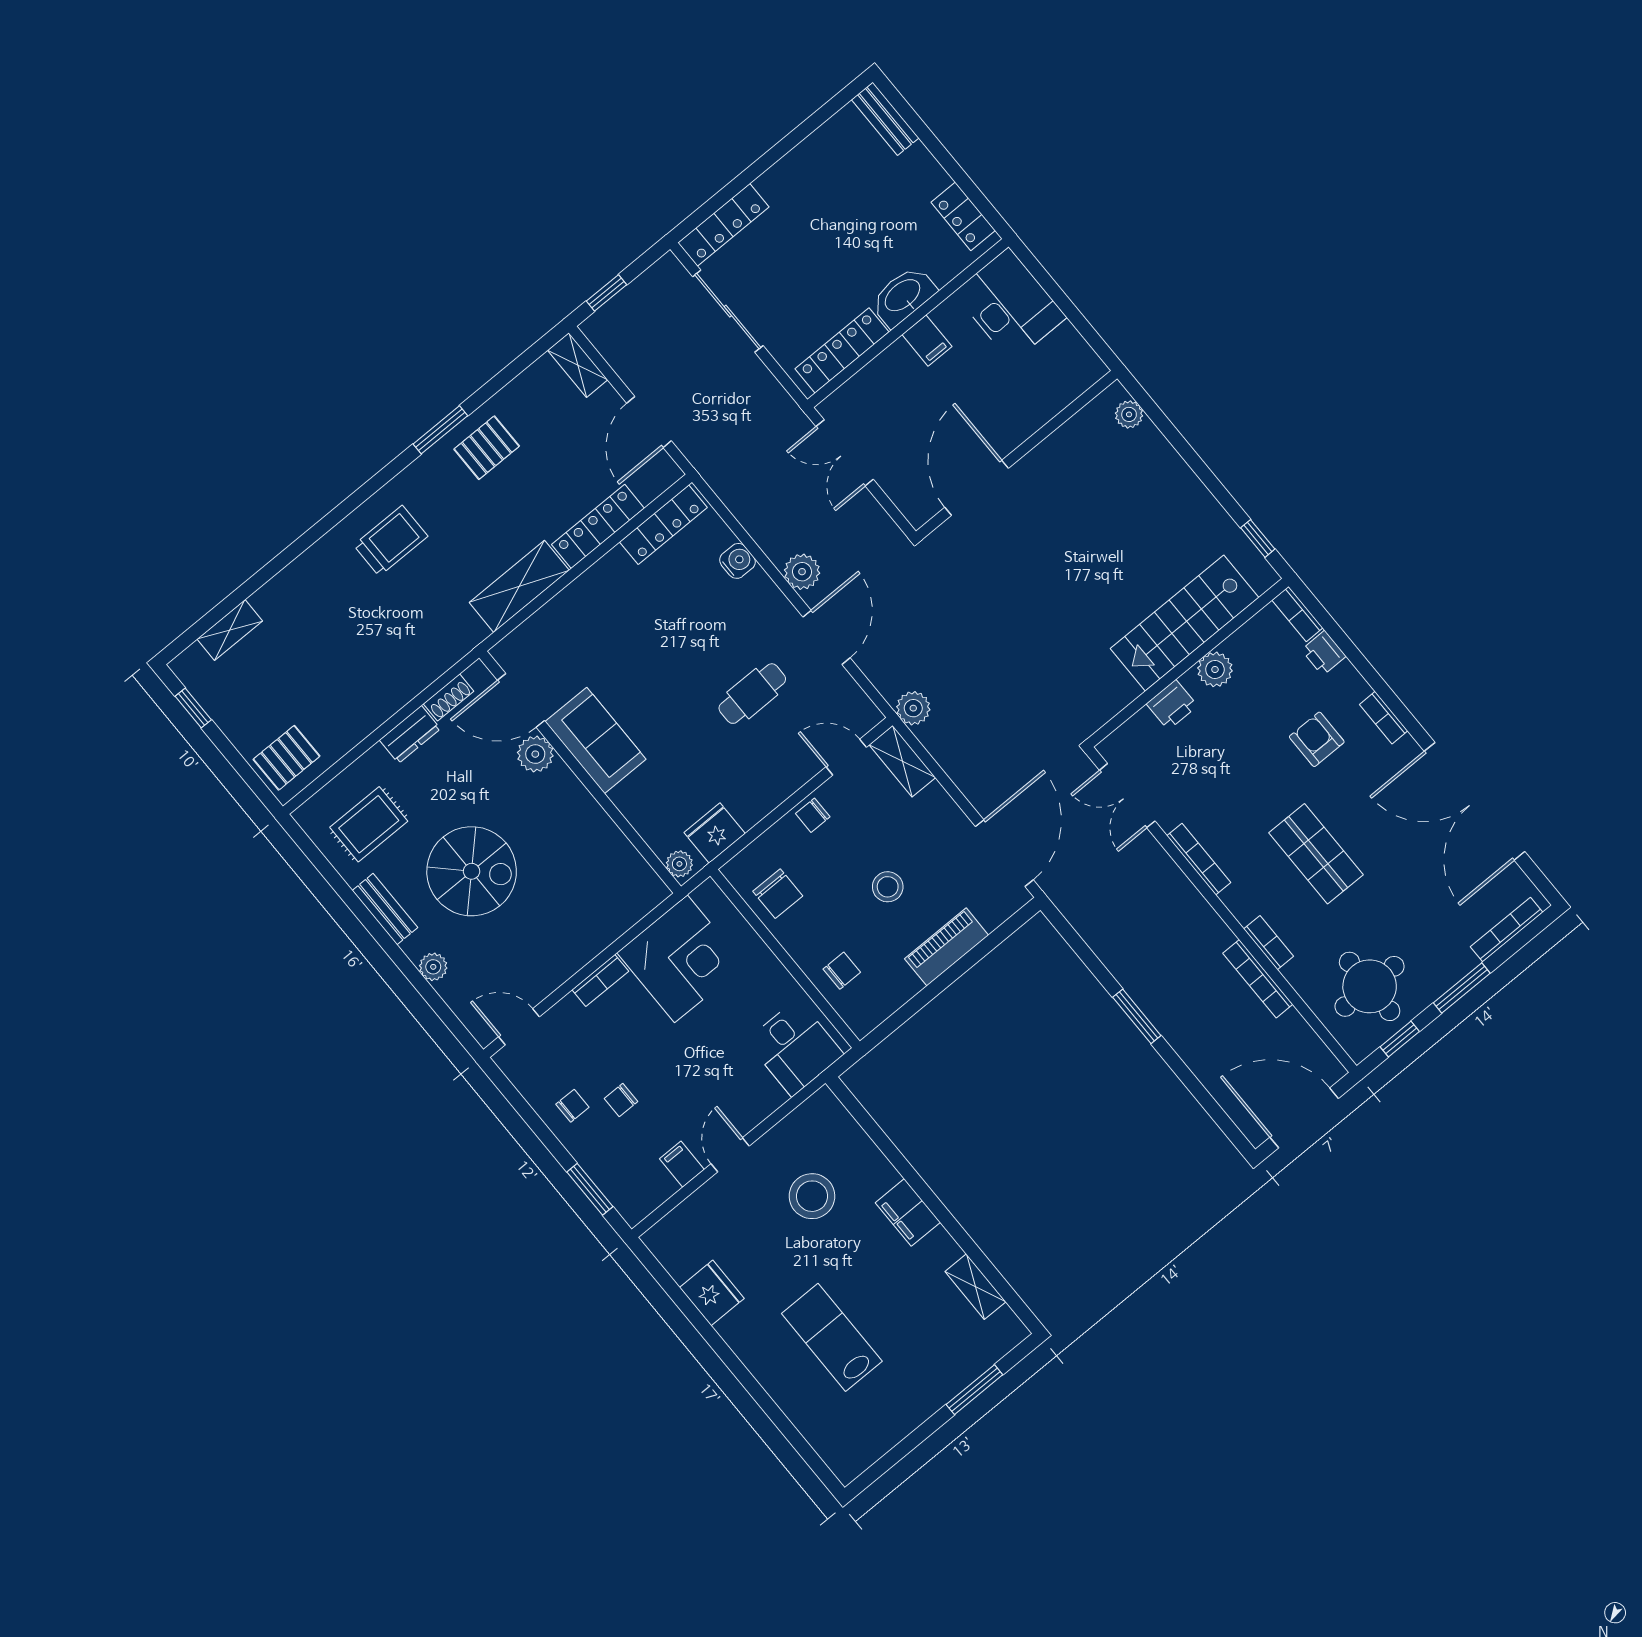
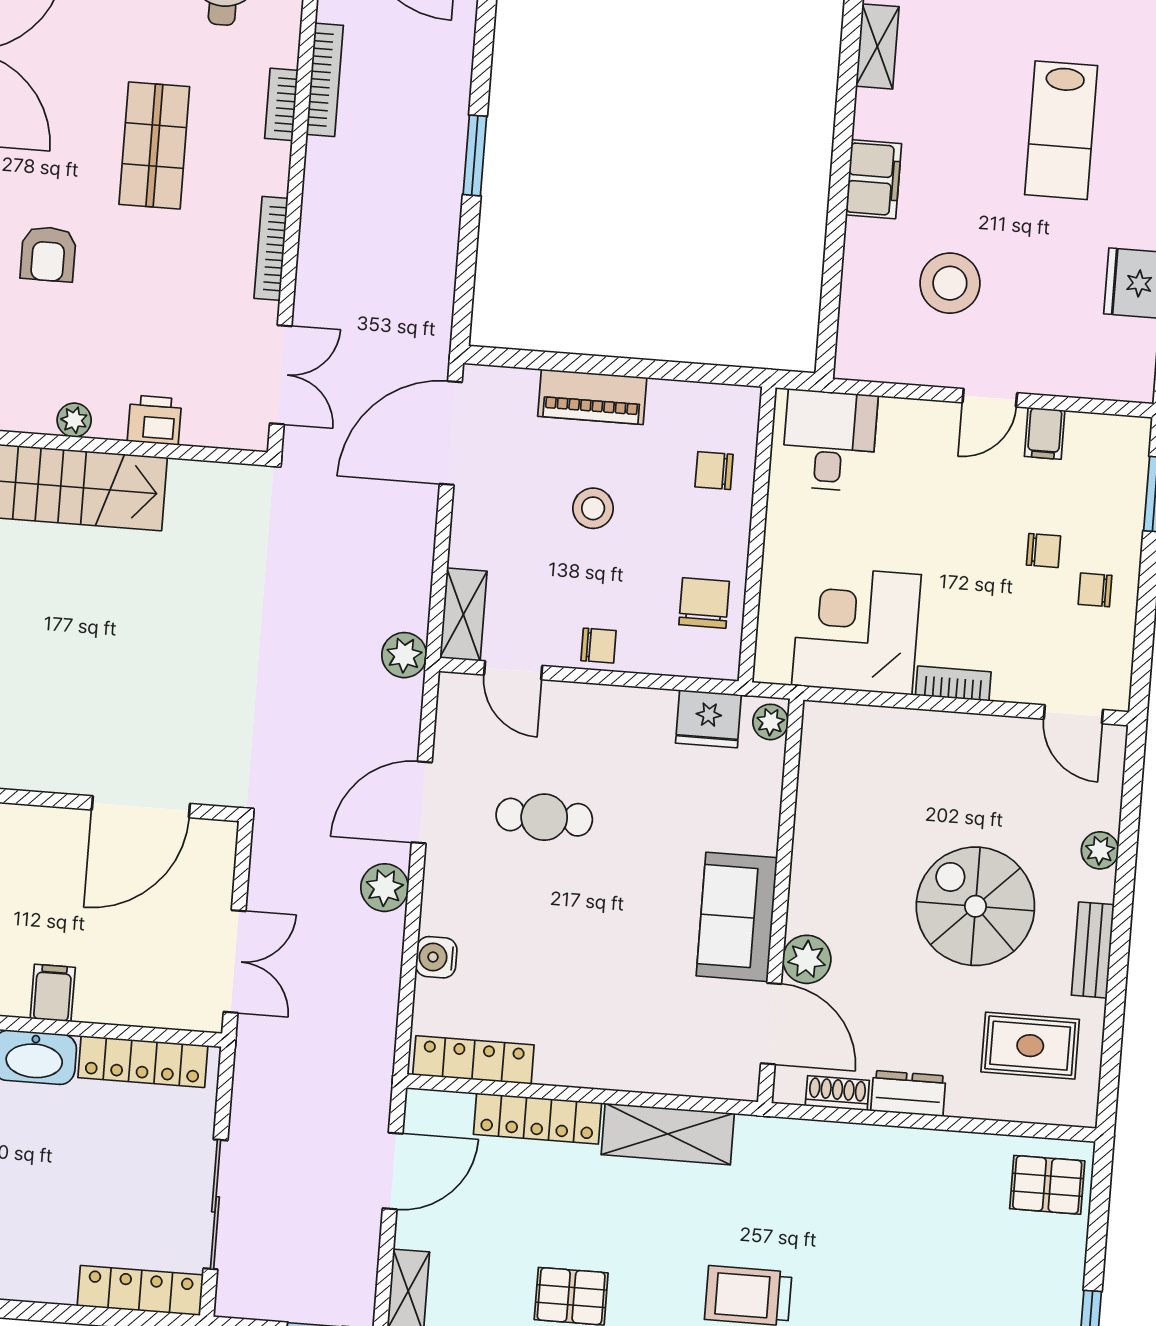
plant: (1215, 669) -> (74, 420), width x0.73, depth x0.73

